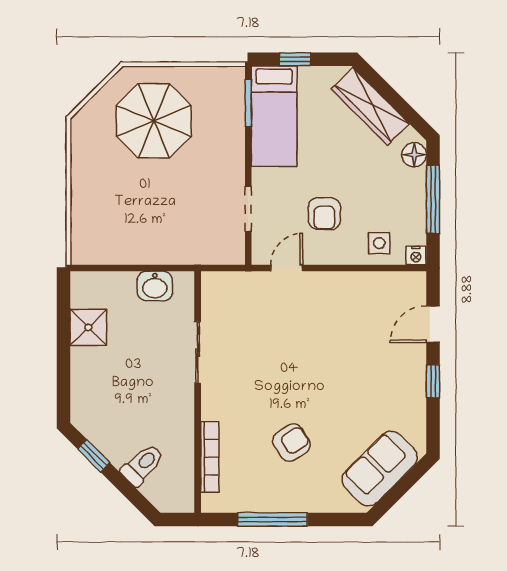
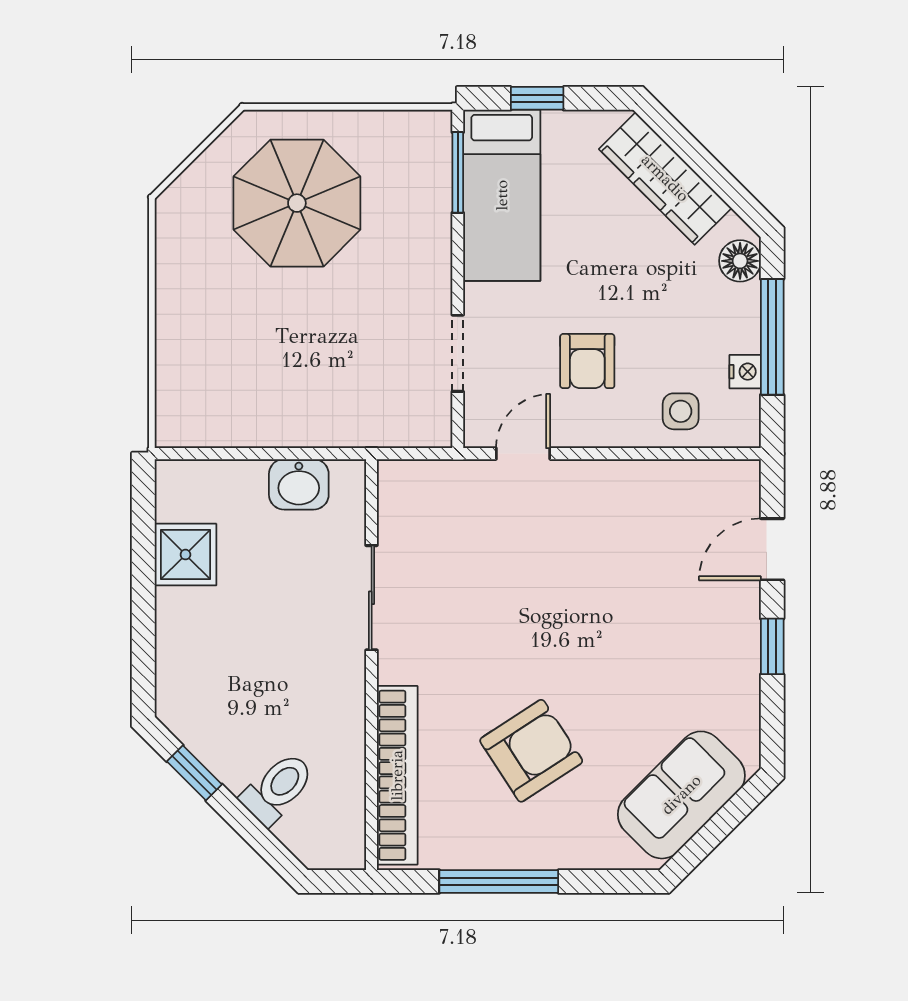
nightstand: (416, 256) -> (745, 372), moved, turned -90
armchair: (291, 443) -> (531, 751), width x1.38, depth x1.38
bookcase: (210, 457) -> (397, 775), width x1.48, depth x1.31

